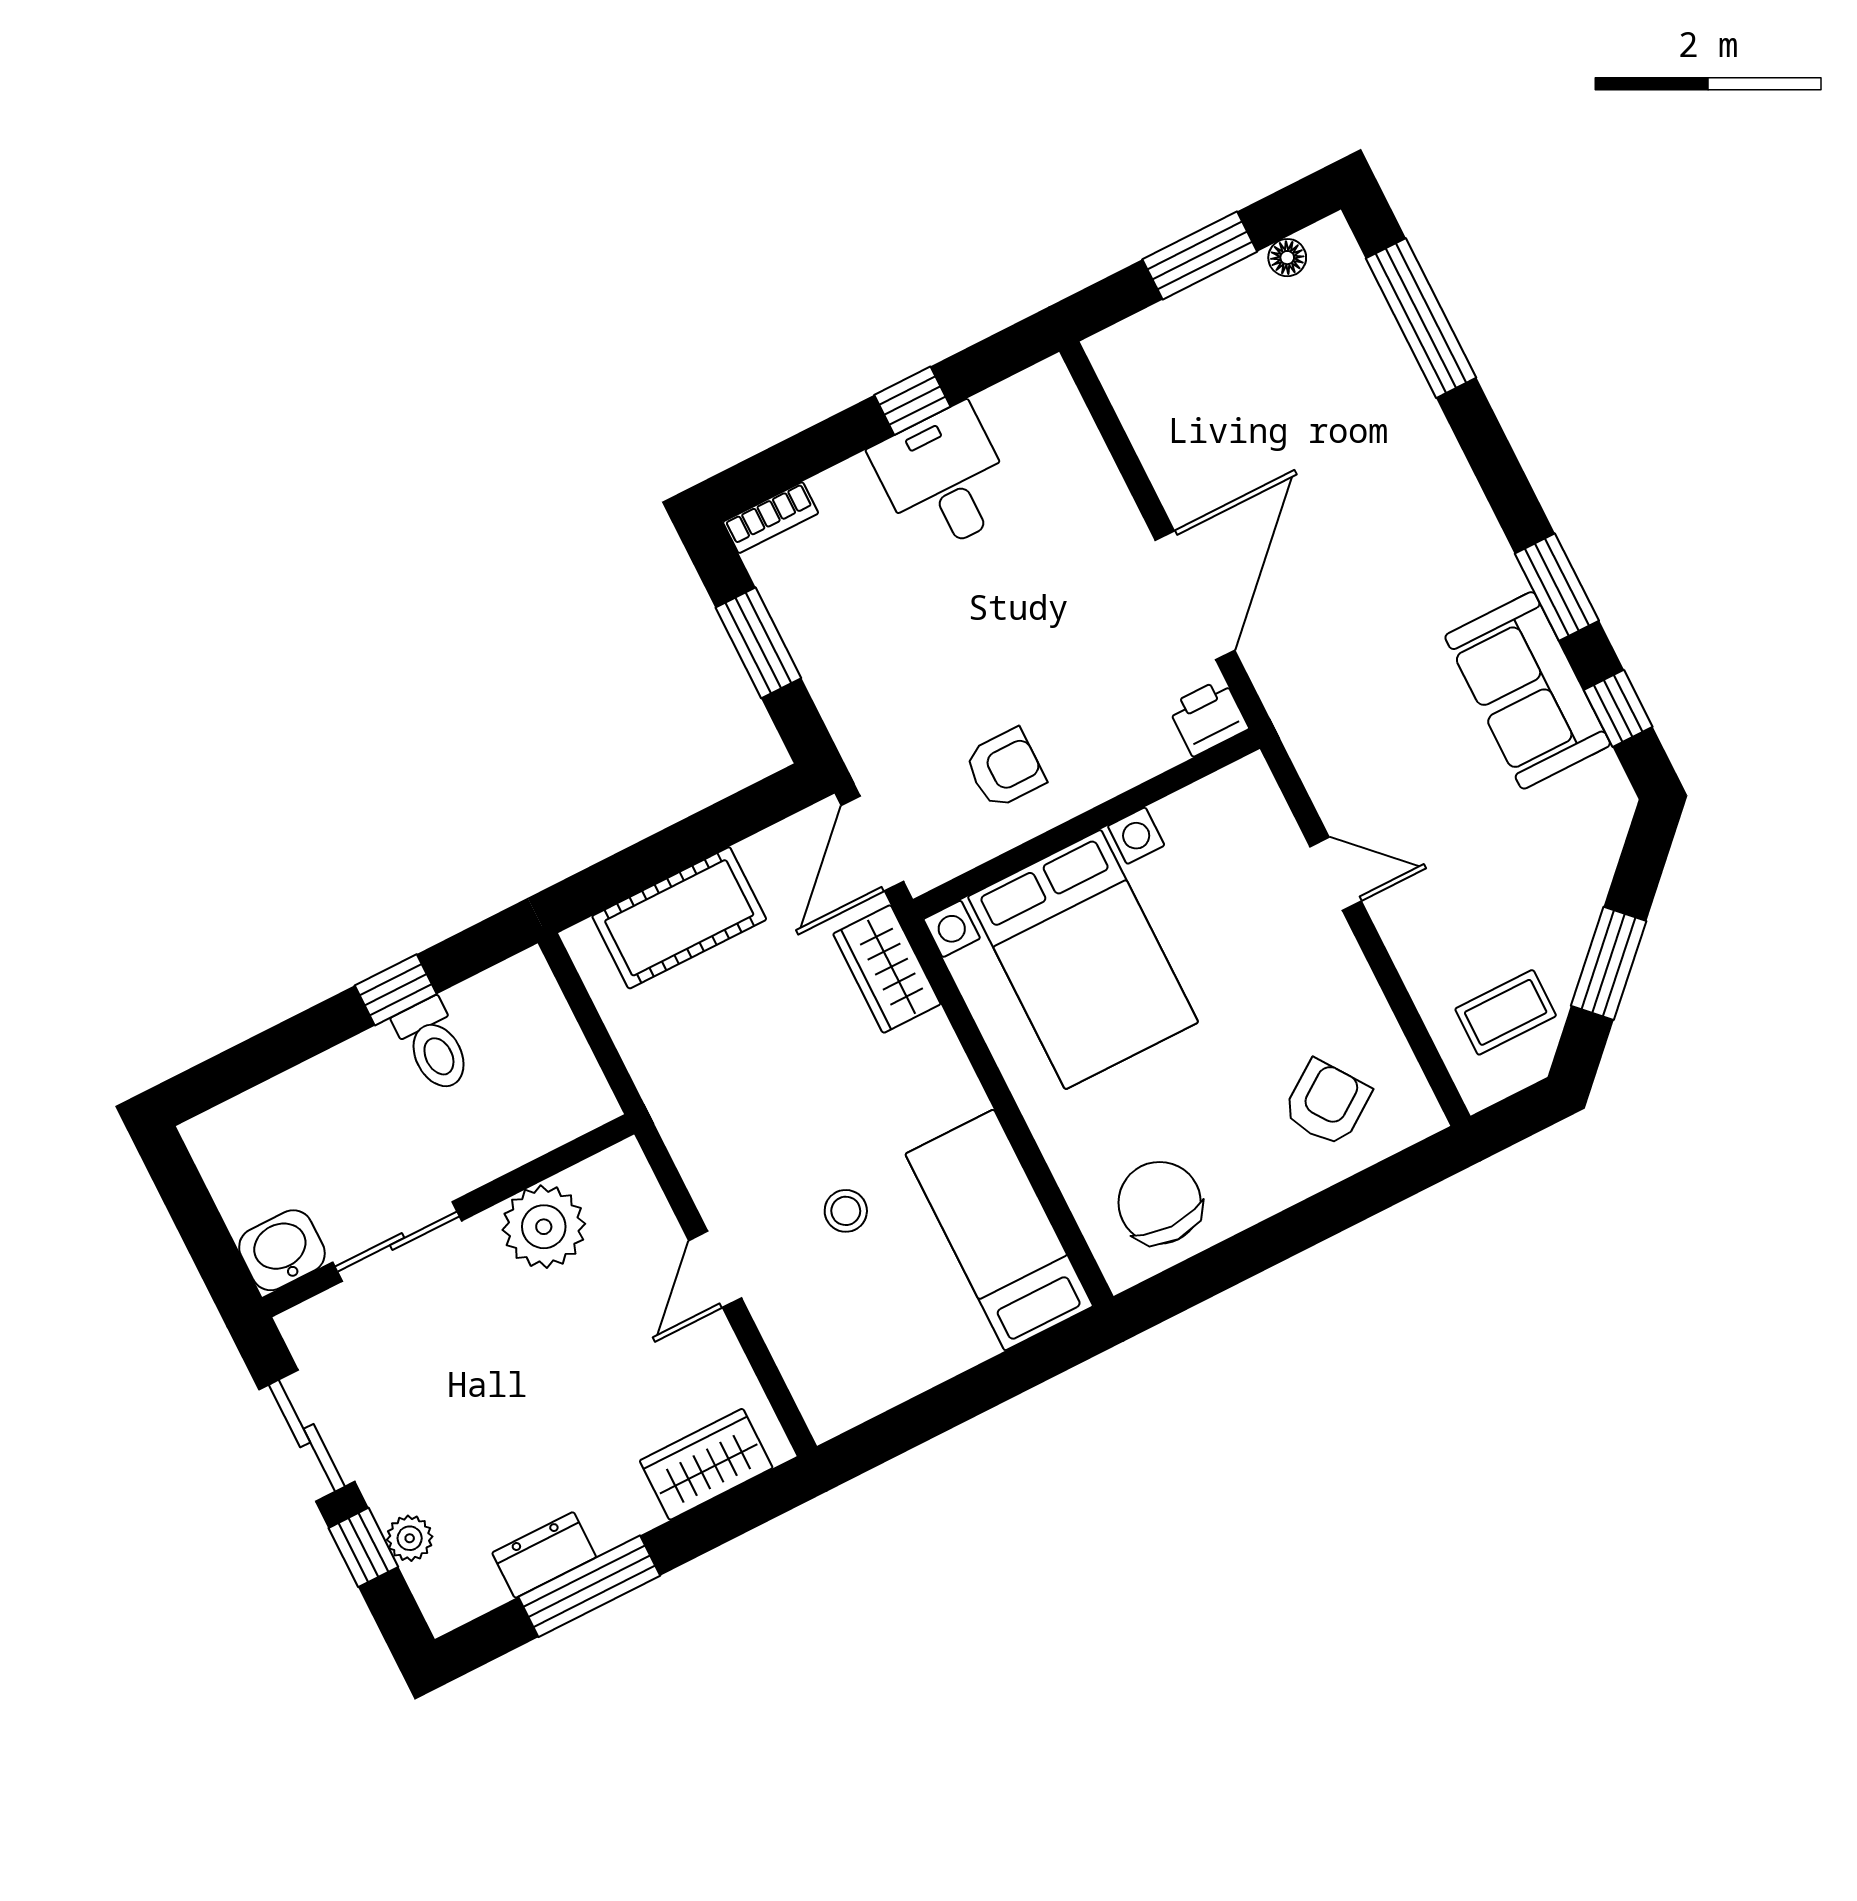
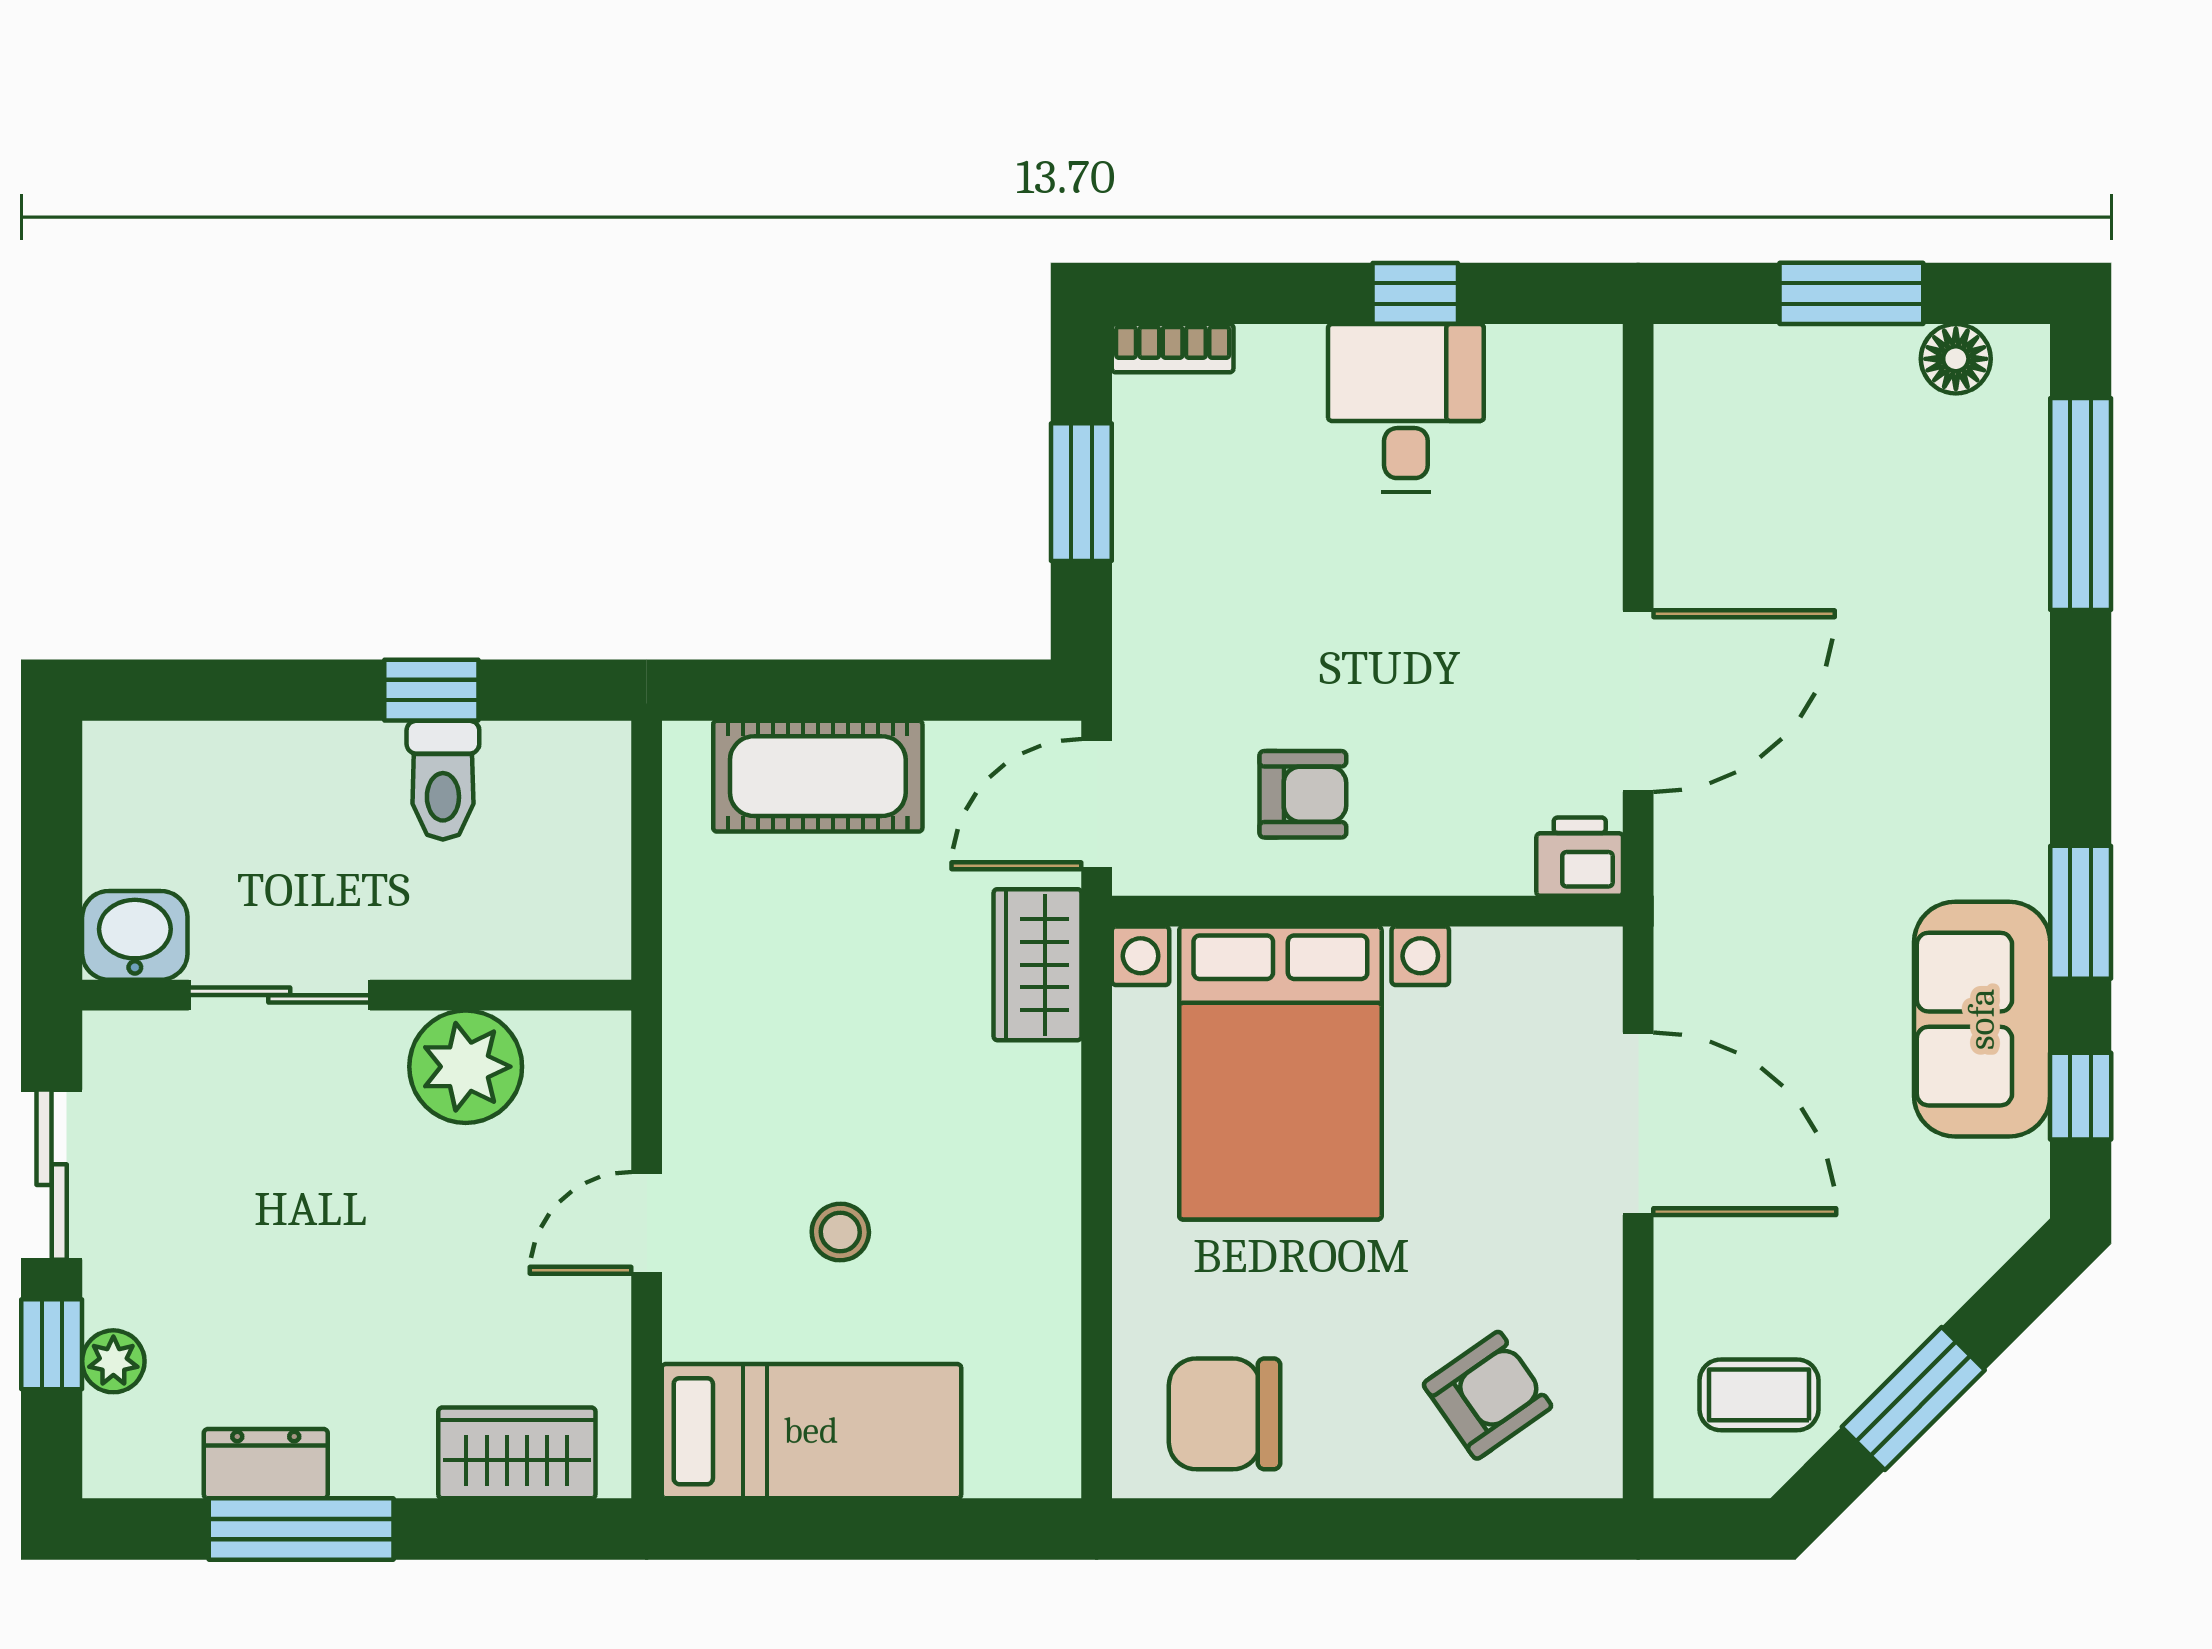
floor lamp: (1287, 258) -> (1956, 359), width x1.37, depth x1.37
door: (1336, 874) -> (1638, 1124), width x1.88
chair: (1160, 1203) -> (1225, 1414), turned -90
bed: (999, 1230) -> (811, 1431), moved, turned 90

